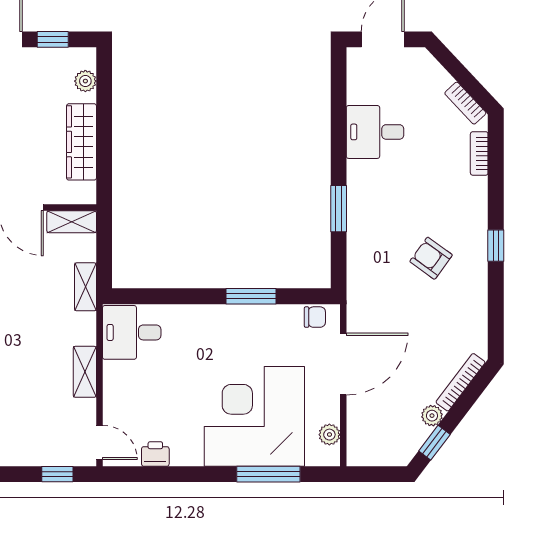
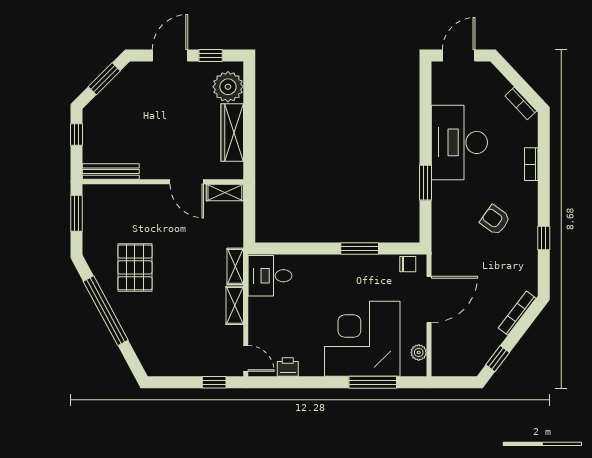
plant: (85, 81) -> (228, 87), width x1.88, depth x1.88
desk: (375, 132) -> (459, 142), width x1.87, depth x1.30
bookcase: (479, 153) -> (531, 164), moved
window: (496, 246) -> (544, 238), moved
shelving: (85, 287) -> (235, 266), moved
plant: (432, 416) -> (496, 338), removed

